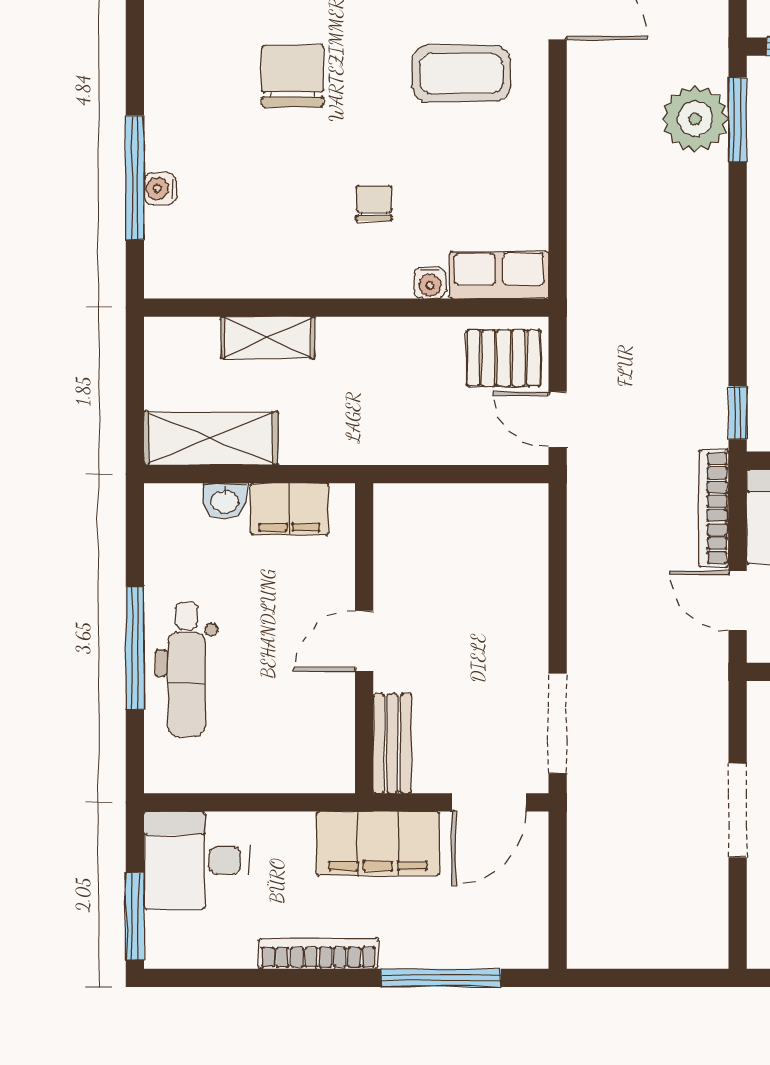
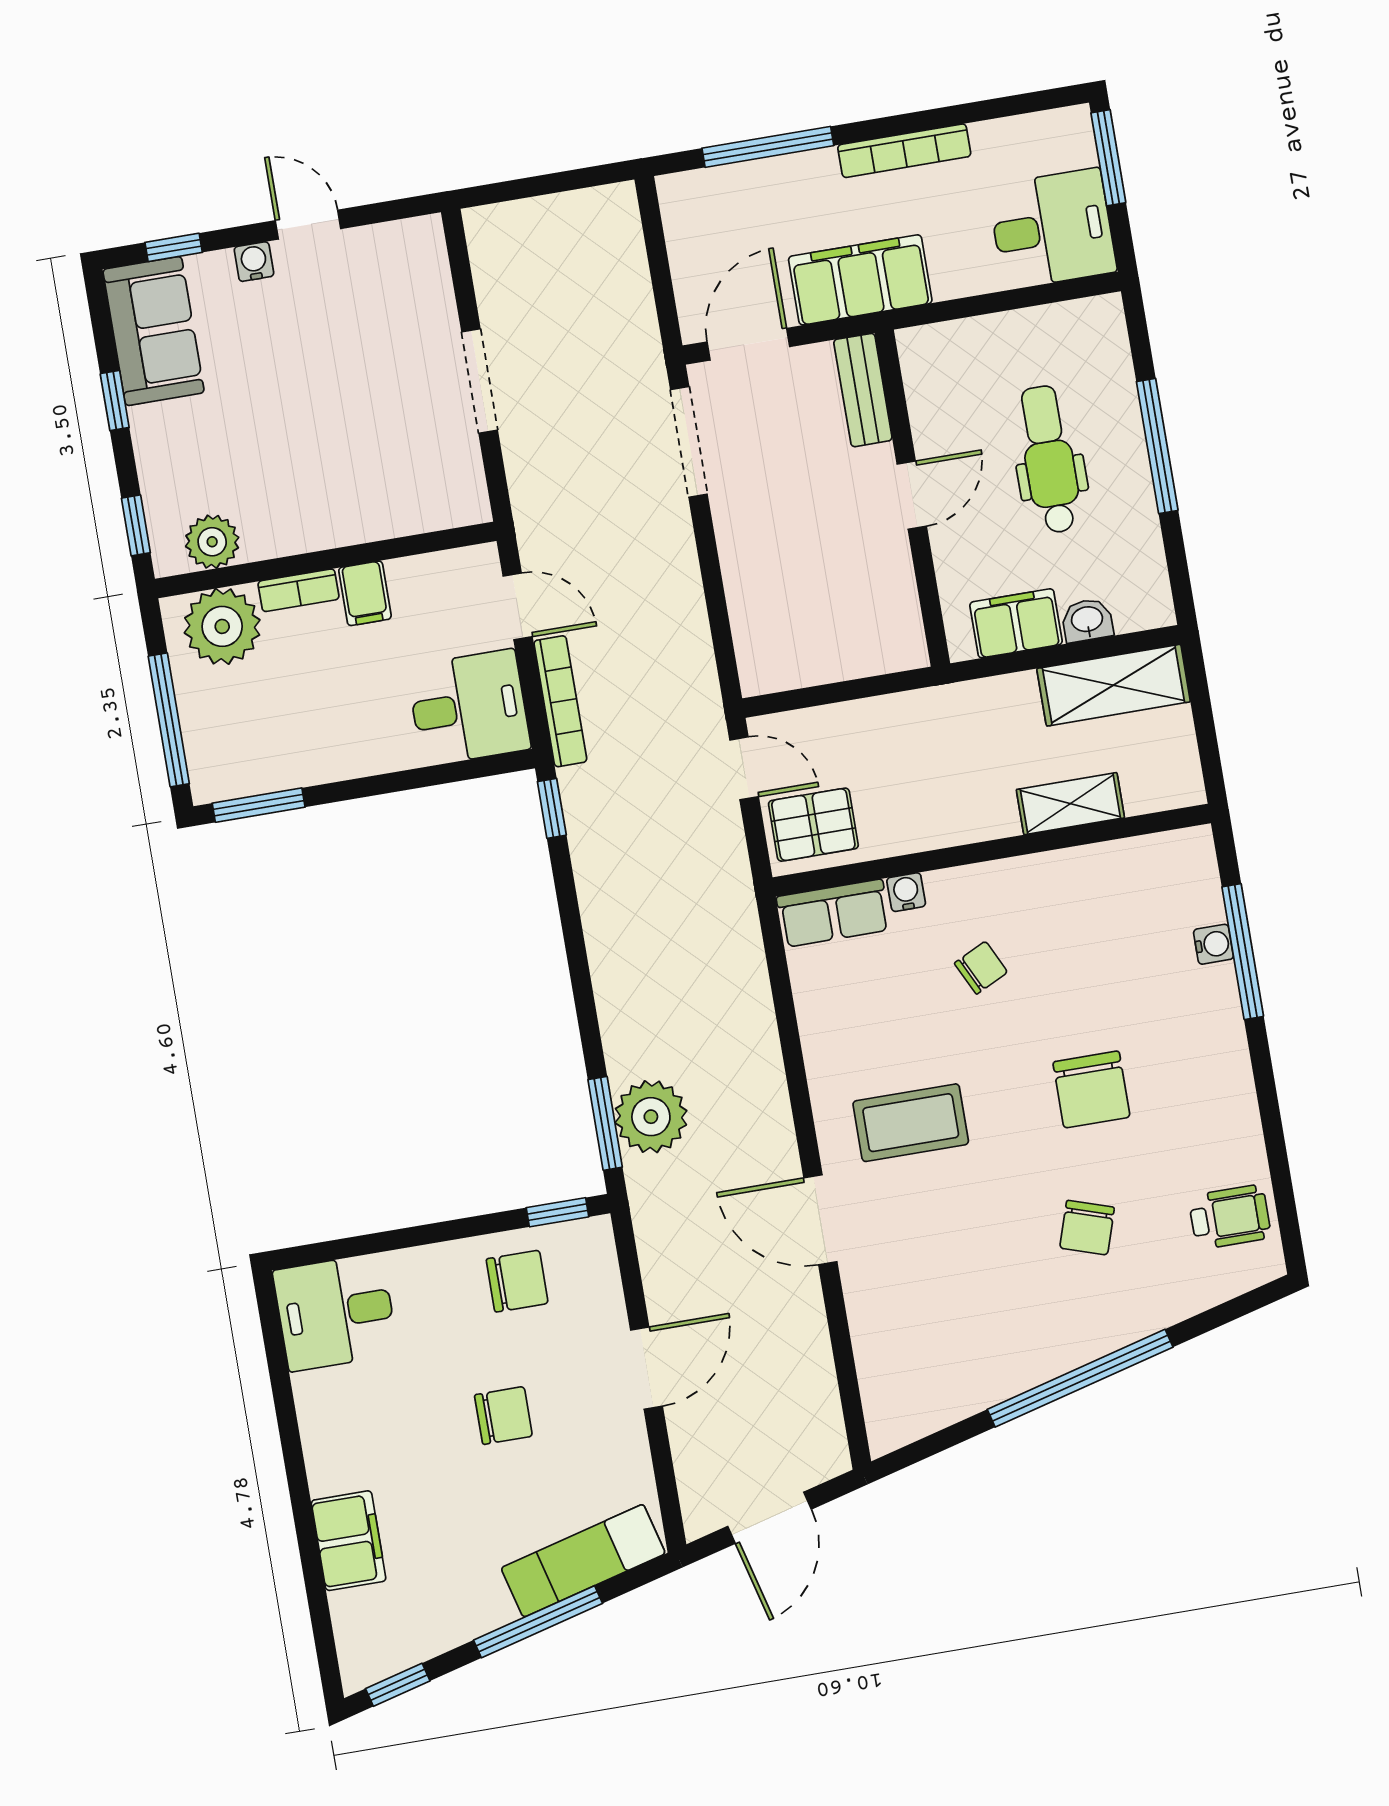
chair: (374, 203) -> (981, 968), turned -116
dental chair: (187, 670) -> (1049, 459), moved

